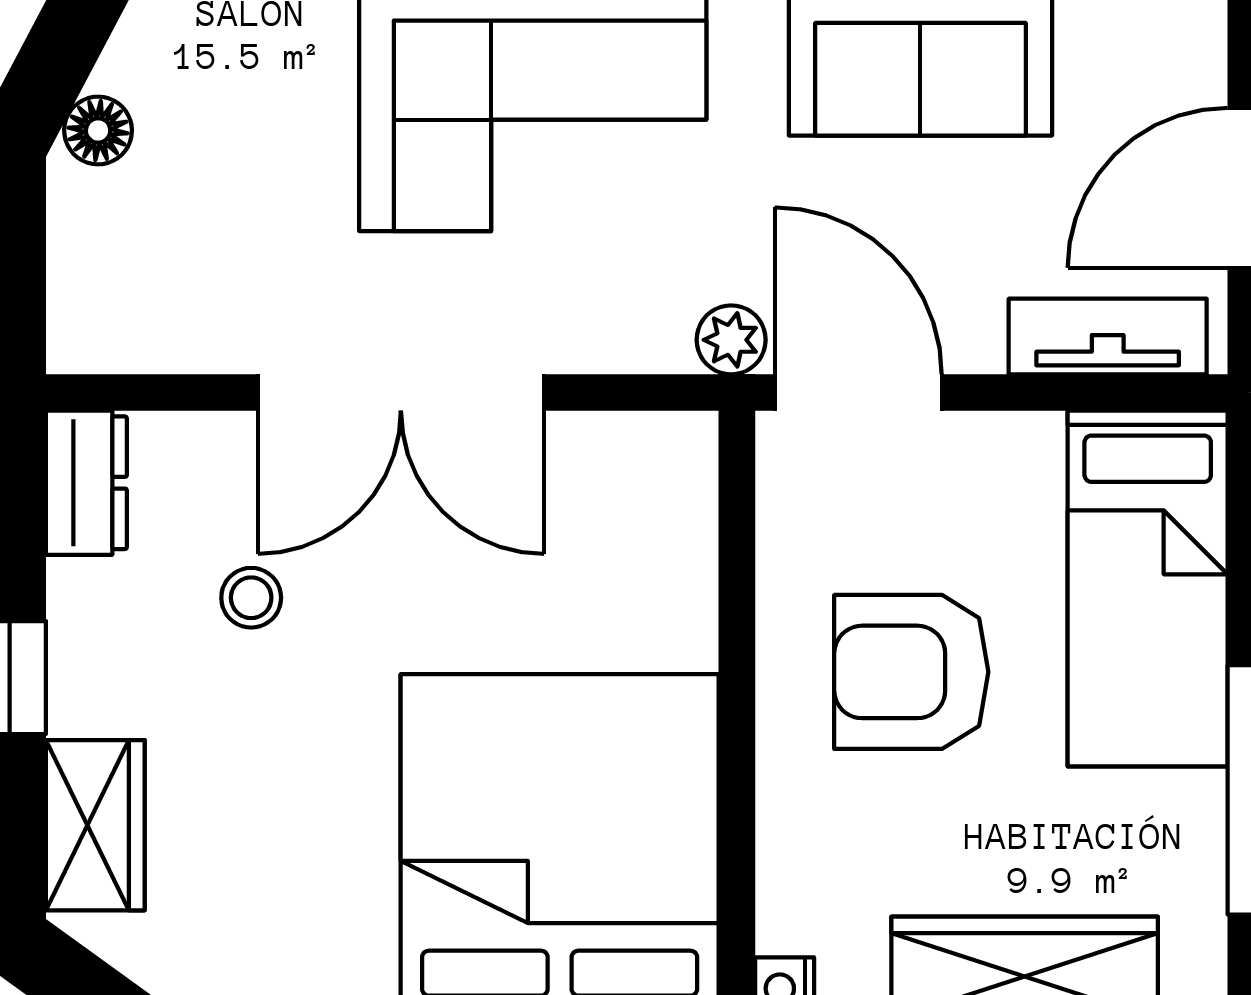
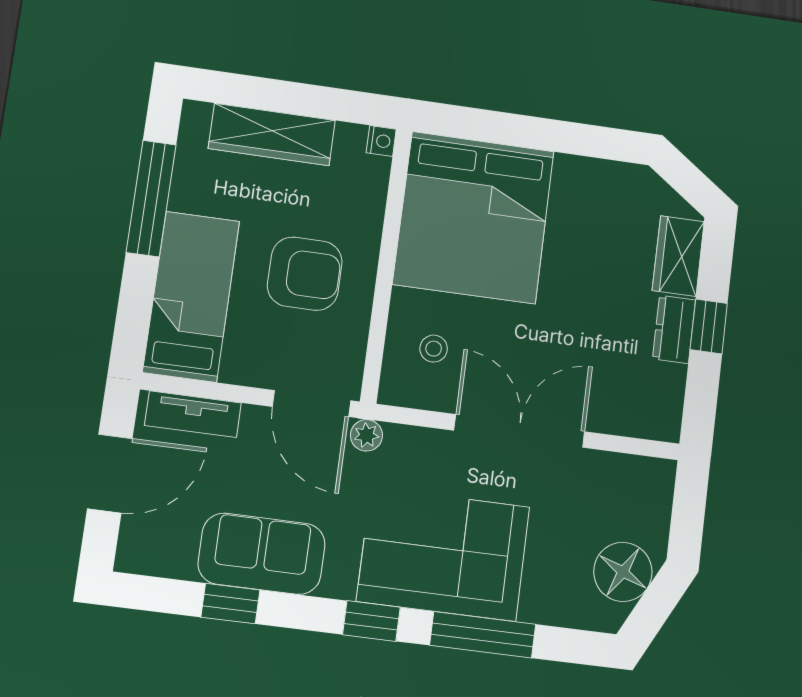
floor lamp: (98, 130) -> (623, 572), width x1.89, depth x1.89
dresser: (86, 483) -> (674, 329), moved
stool: (251, 598) -> (434, 349), moved

